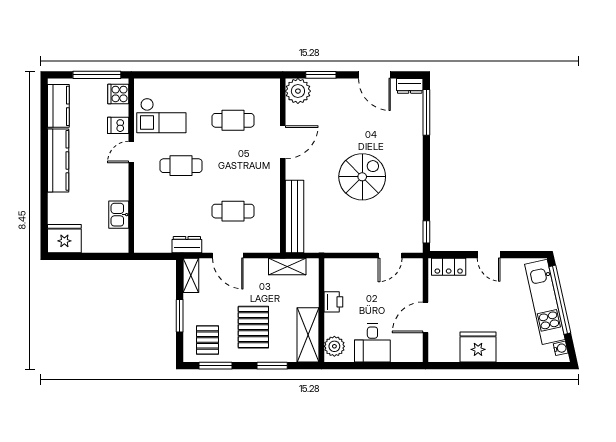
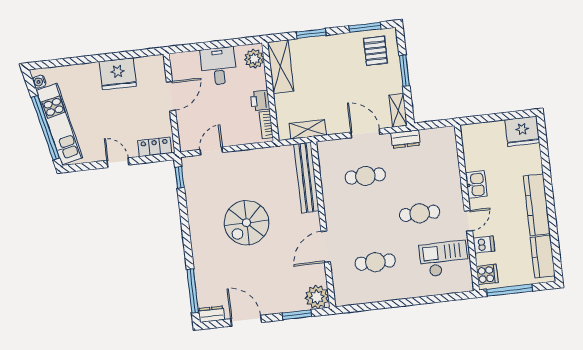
kitchen sink: (119, 215) -> (476, 185), moved
bookcase: (330, 276) -> (266, 125), added
pallet: (253, 327) -> (333, 68), removed

